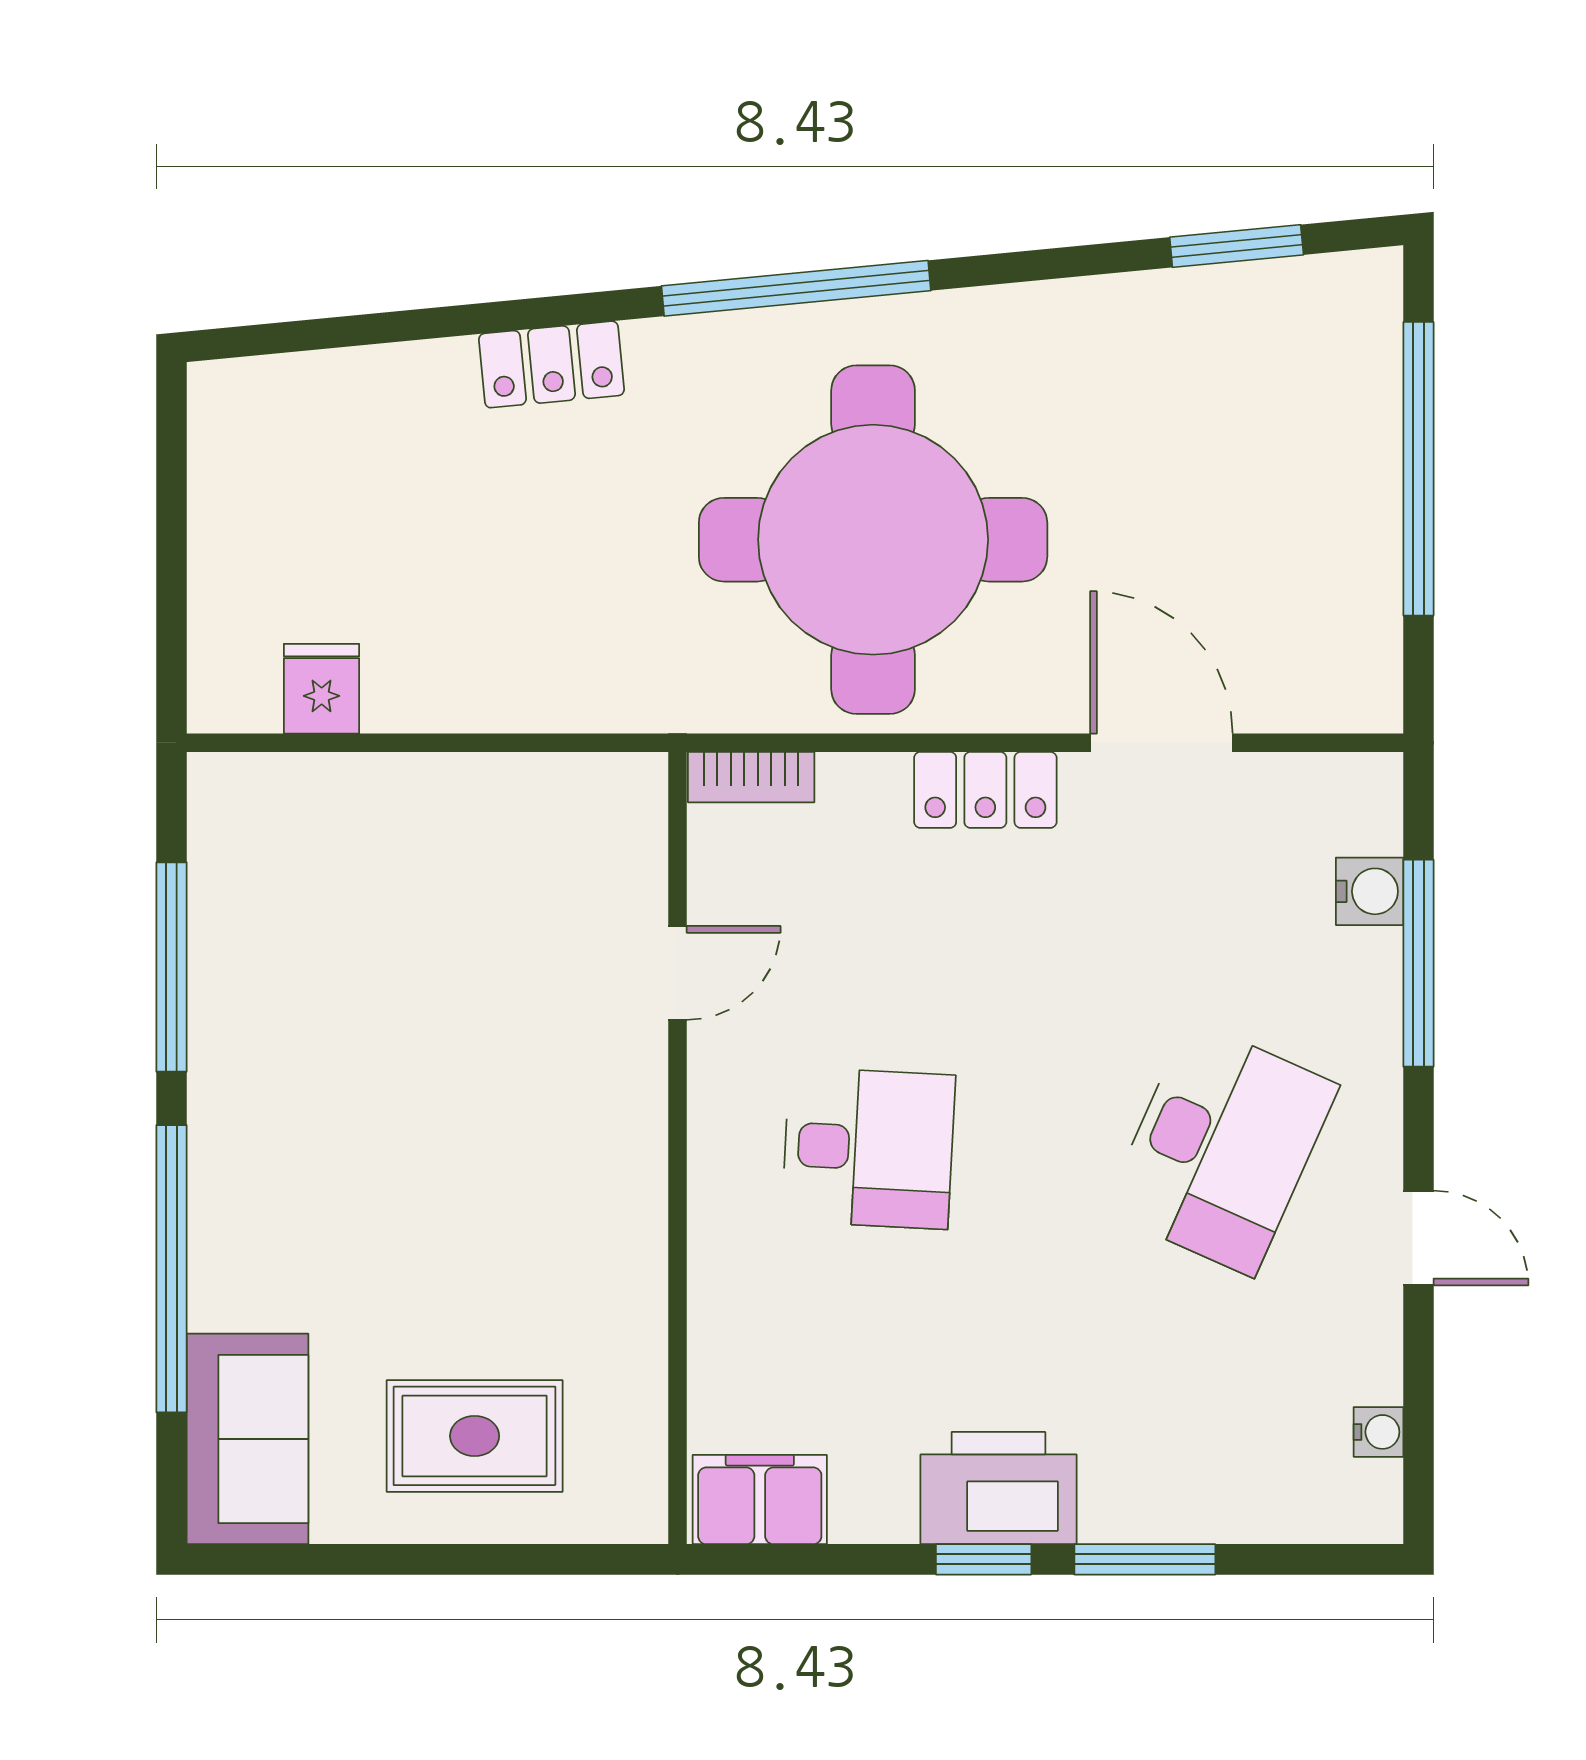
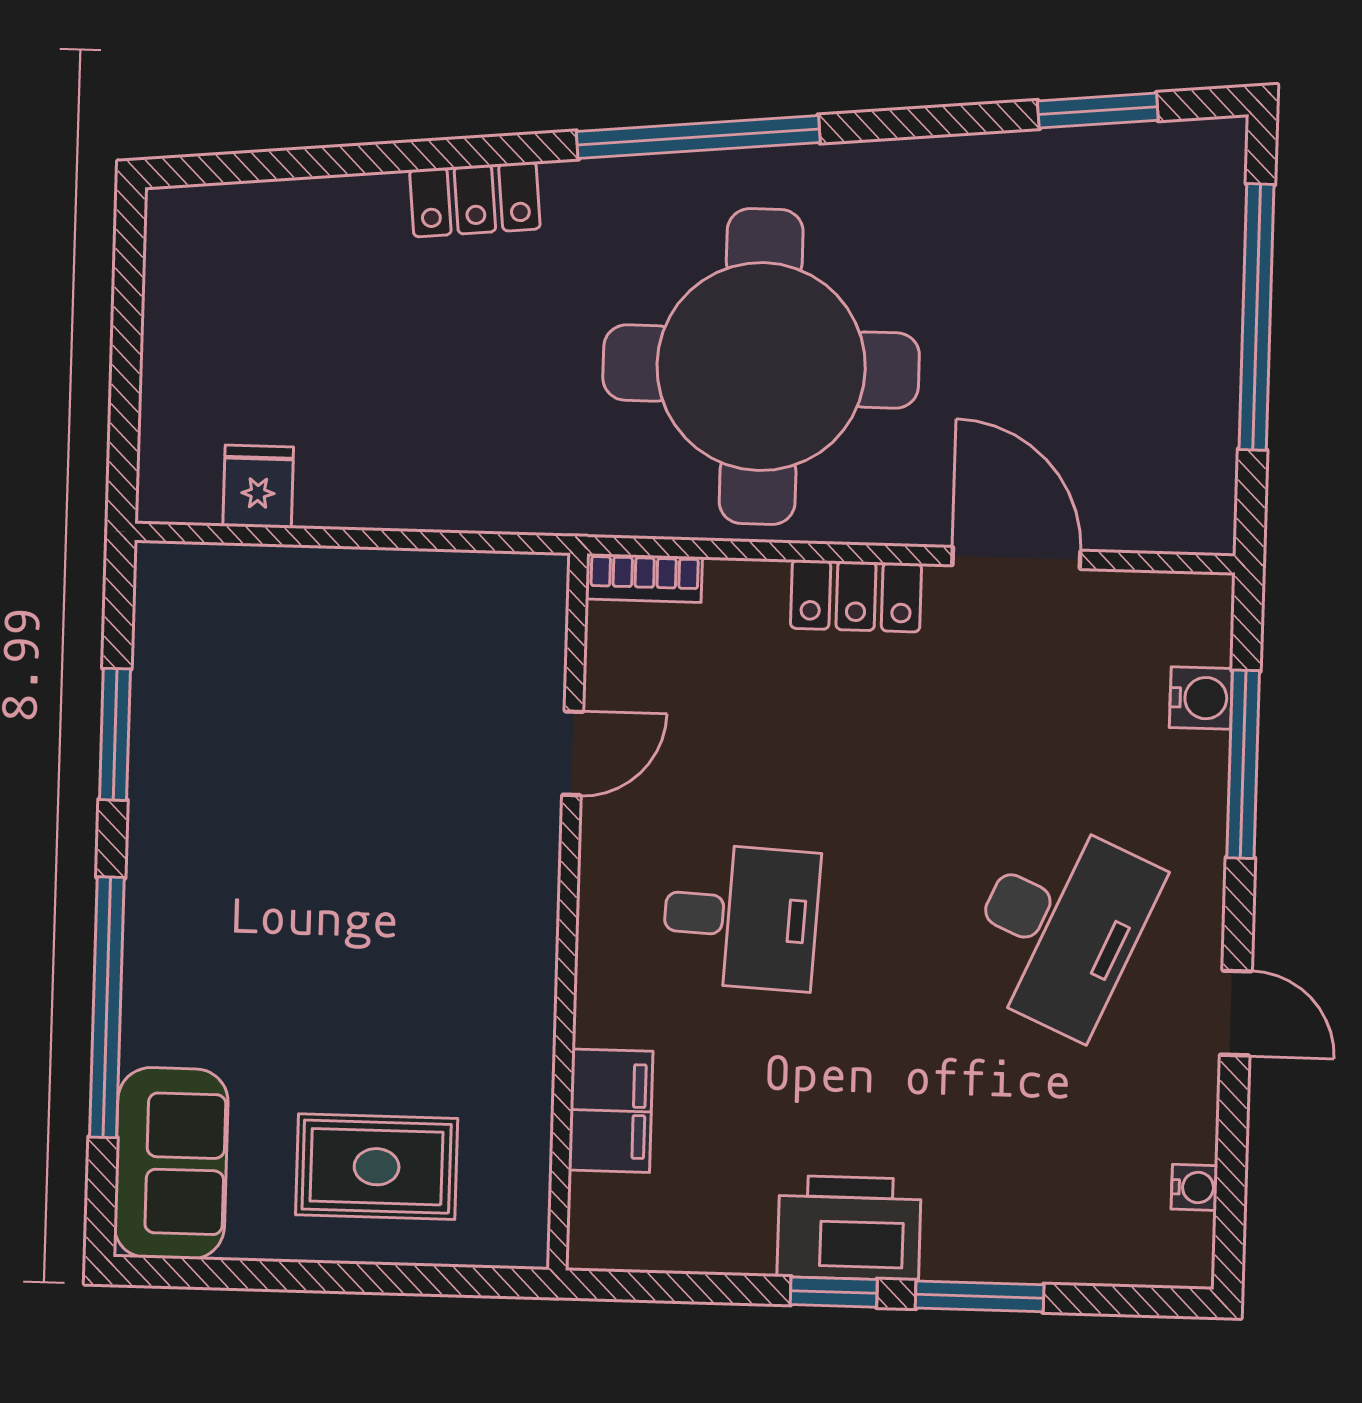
window: (172, 967) -> (115, 734), width x0.69
filing cabinet: (760, 1500) -> (611, 1111), moved, turned 90

